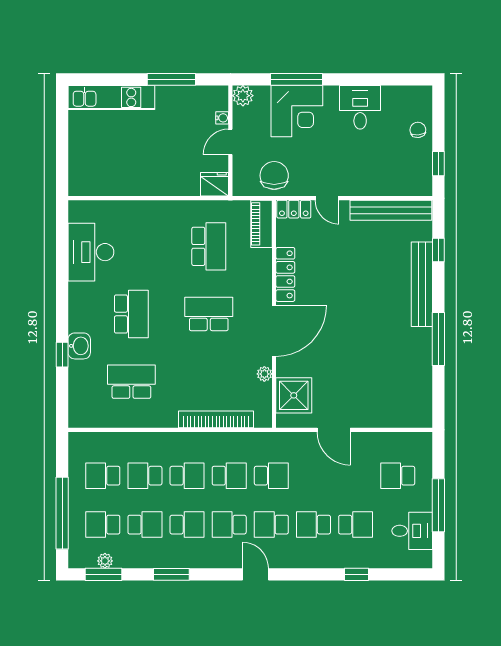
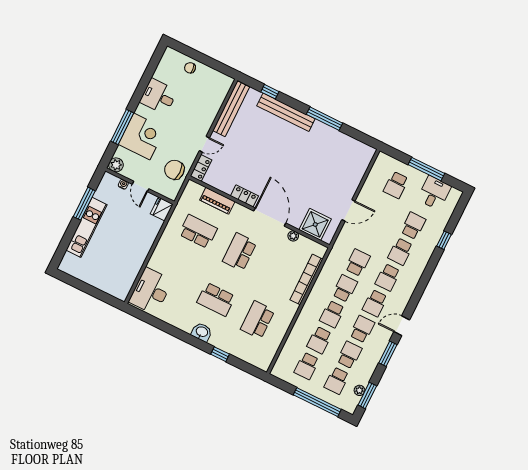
kitchen unit: (111, 97) -> (86, 227), moved
window: (438, 164) -> (217, 65), removed
piano: (261, 224) -> (217, 201), moved
desk: (91, 252) -> (151, 291), moved, turned 90
locker: (285, 274) -> (244, 196), width x0.66
school desk: (131, 314) -> (216, 299), turned 180
washbasin: (79, 346) -> (202, 332), moved
school desk: (187, 476) -> (332, 314), turned 180
door: (255, 574) -> (402, 326), moved

